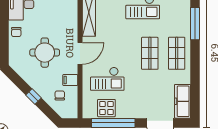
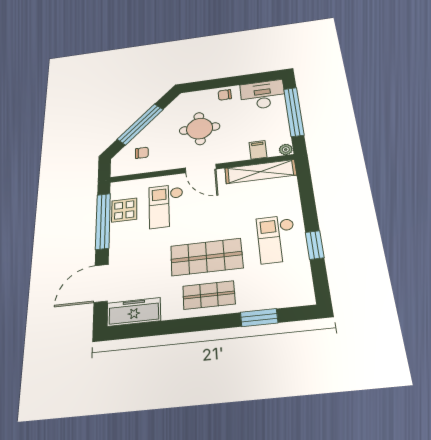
window: (195, 24) -> (259, 318), width x0.69
shop shelf: (150, 53) -> (206, 257), width x1.43, depth x1.36
filing cabinet: (70, 80) -> (258, 150), moved
window: (33, 96) -> (140, 124), width x3.17

